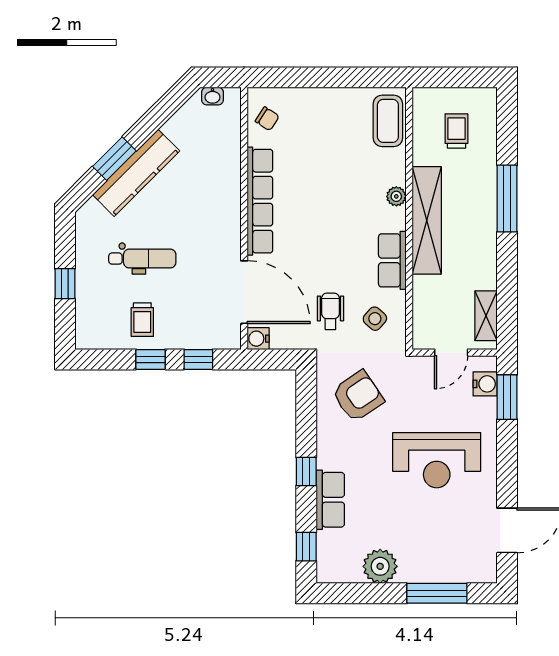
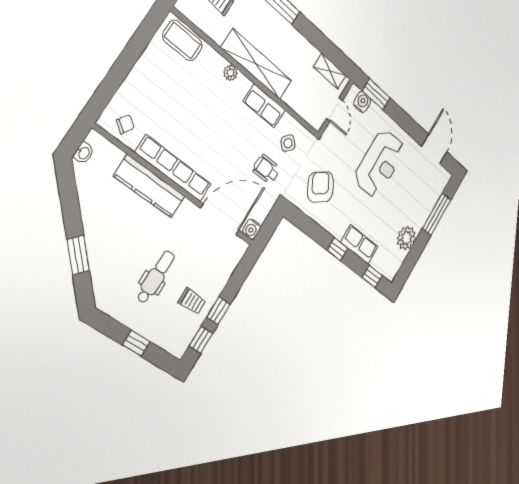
kitchen counter: (136, 173) -> (150, 186), moved, turned 135
window: (198, 359) -> (201, 340), moved

